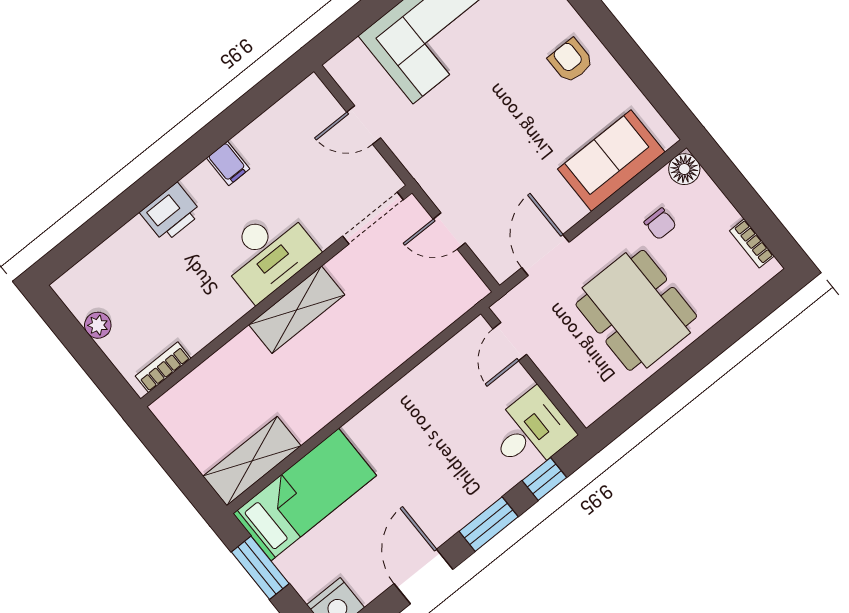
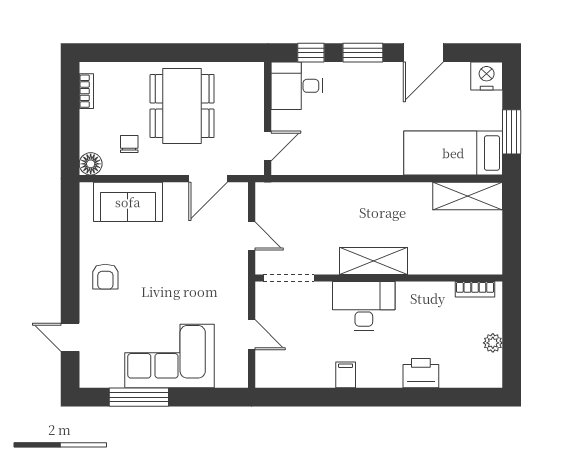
printer: (171, 213) -> (421, 373), moved

